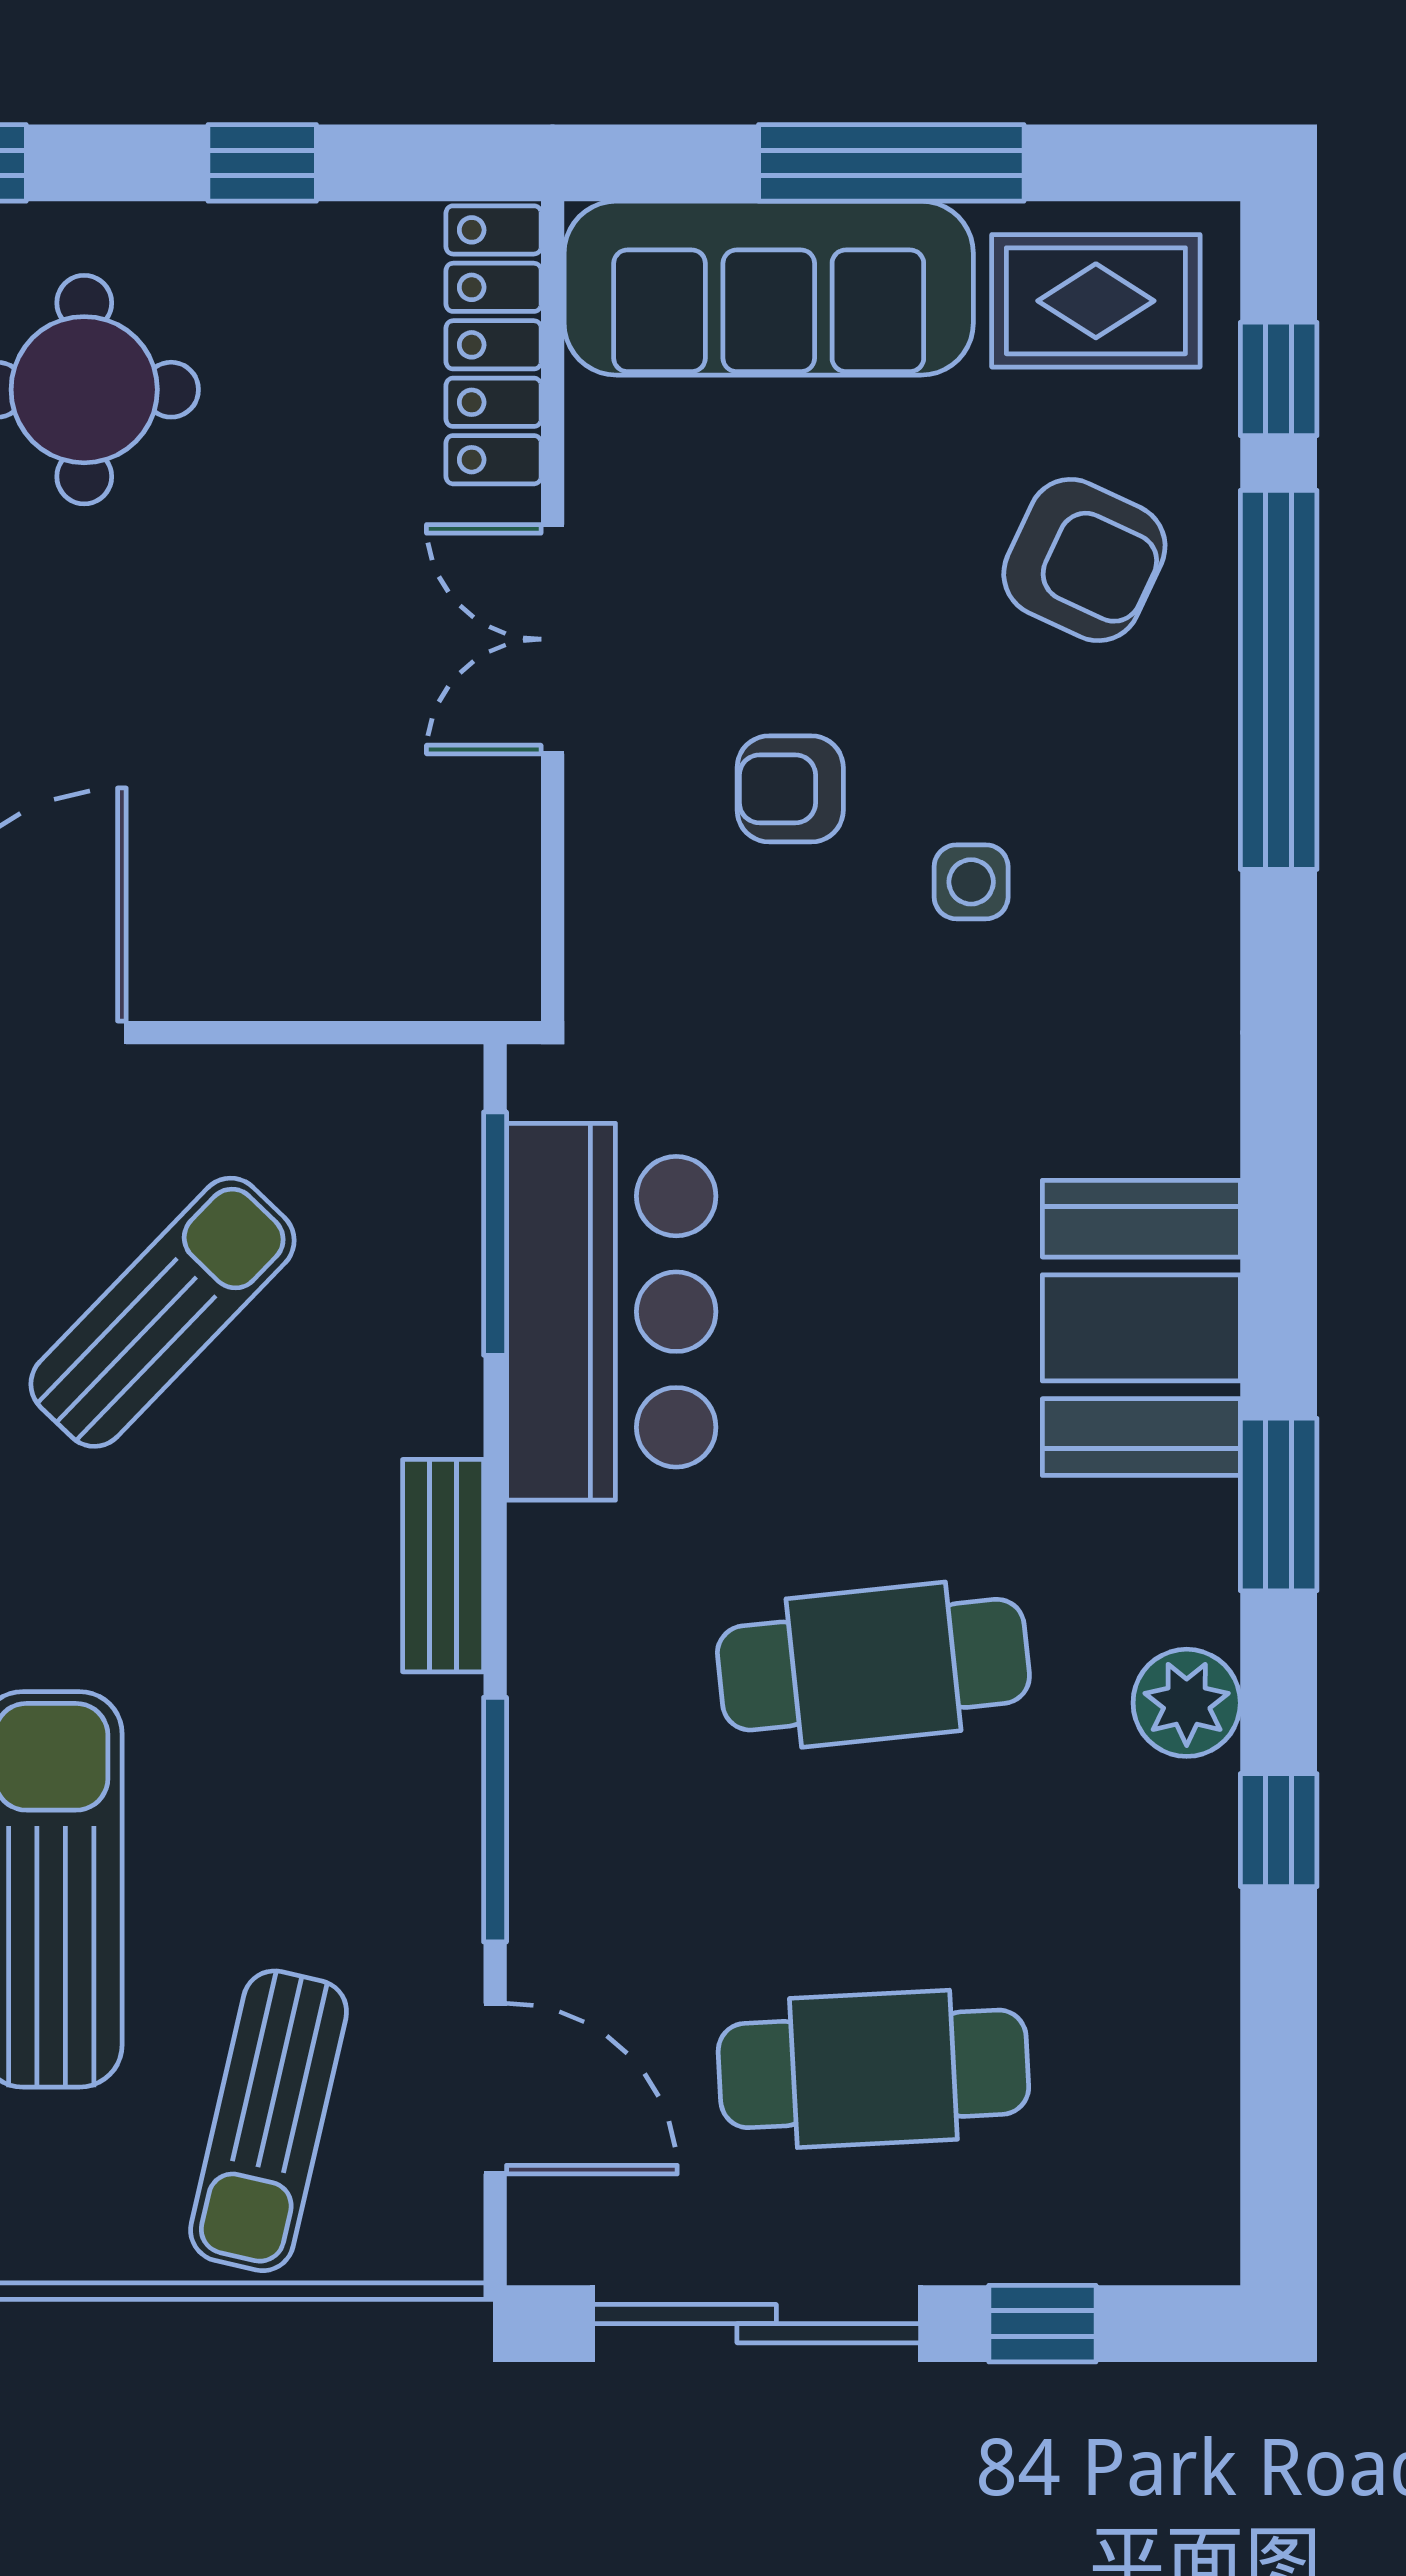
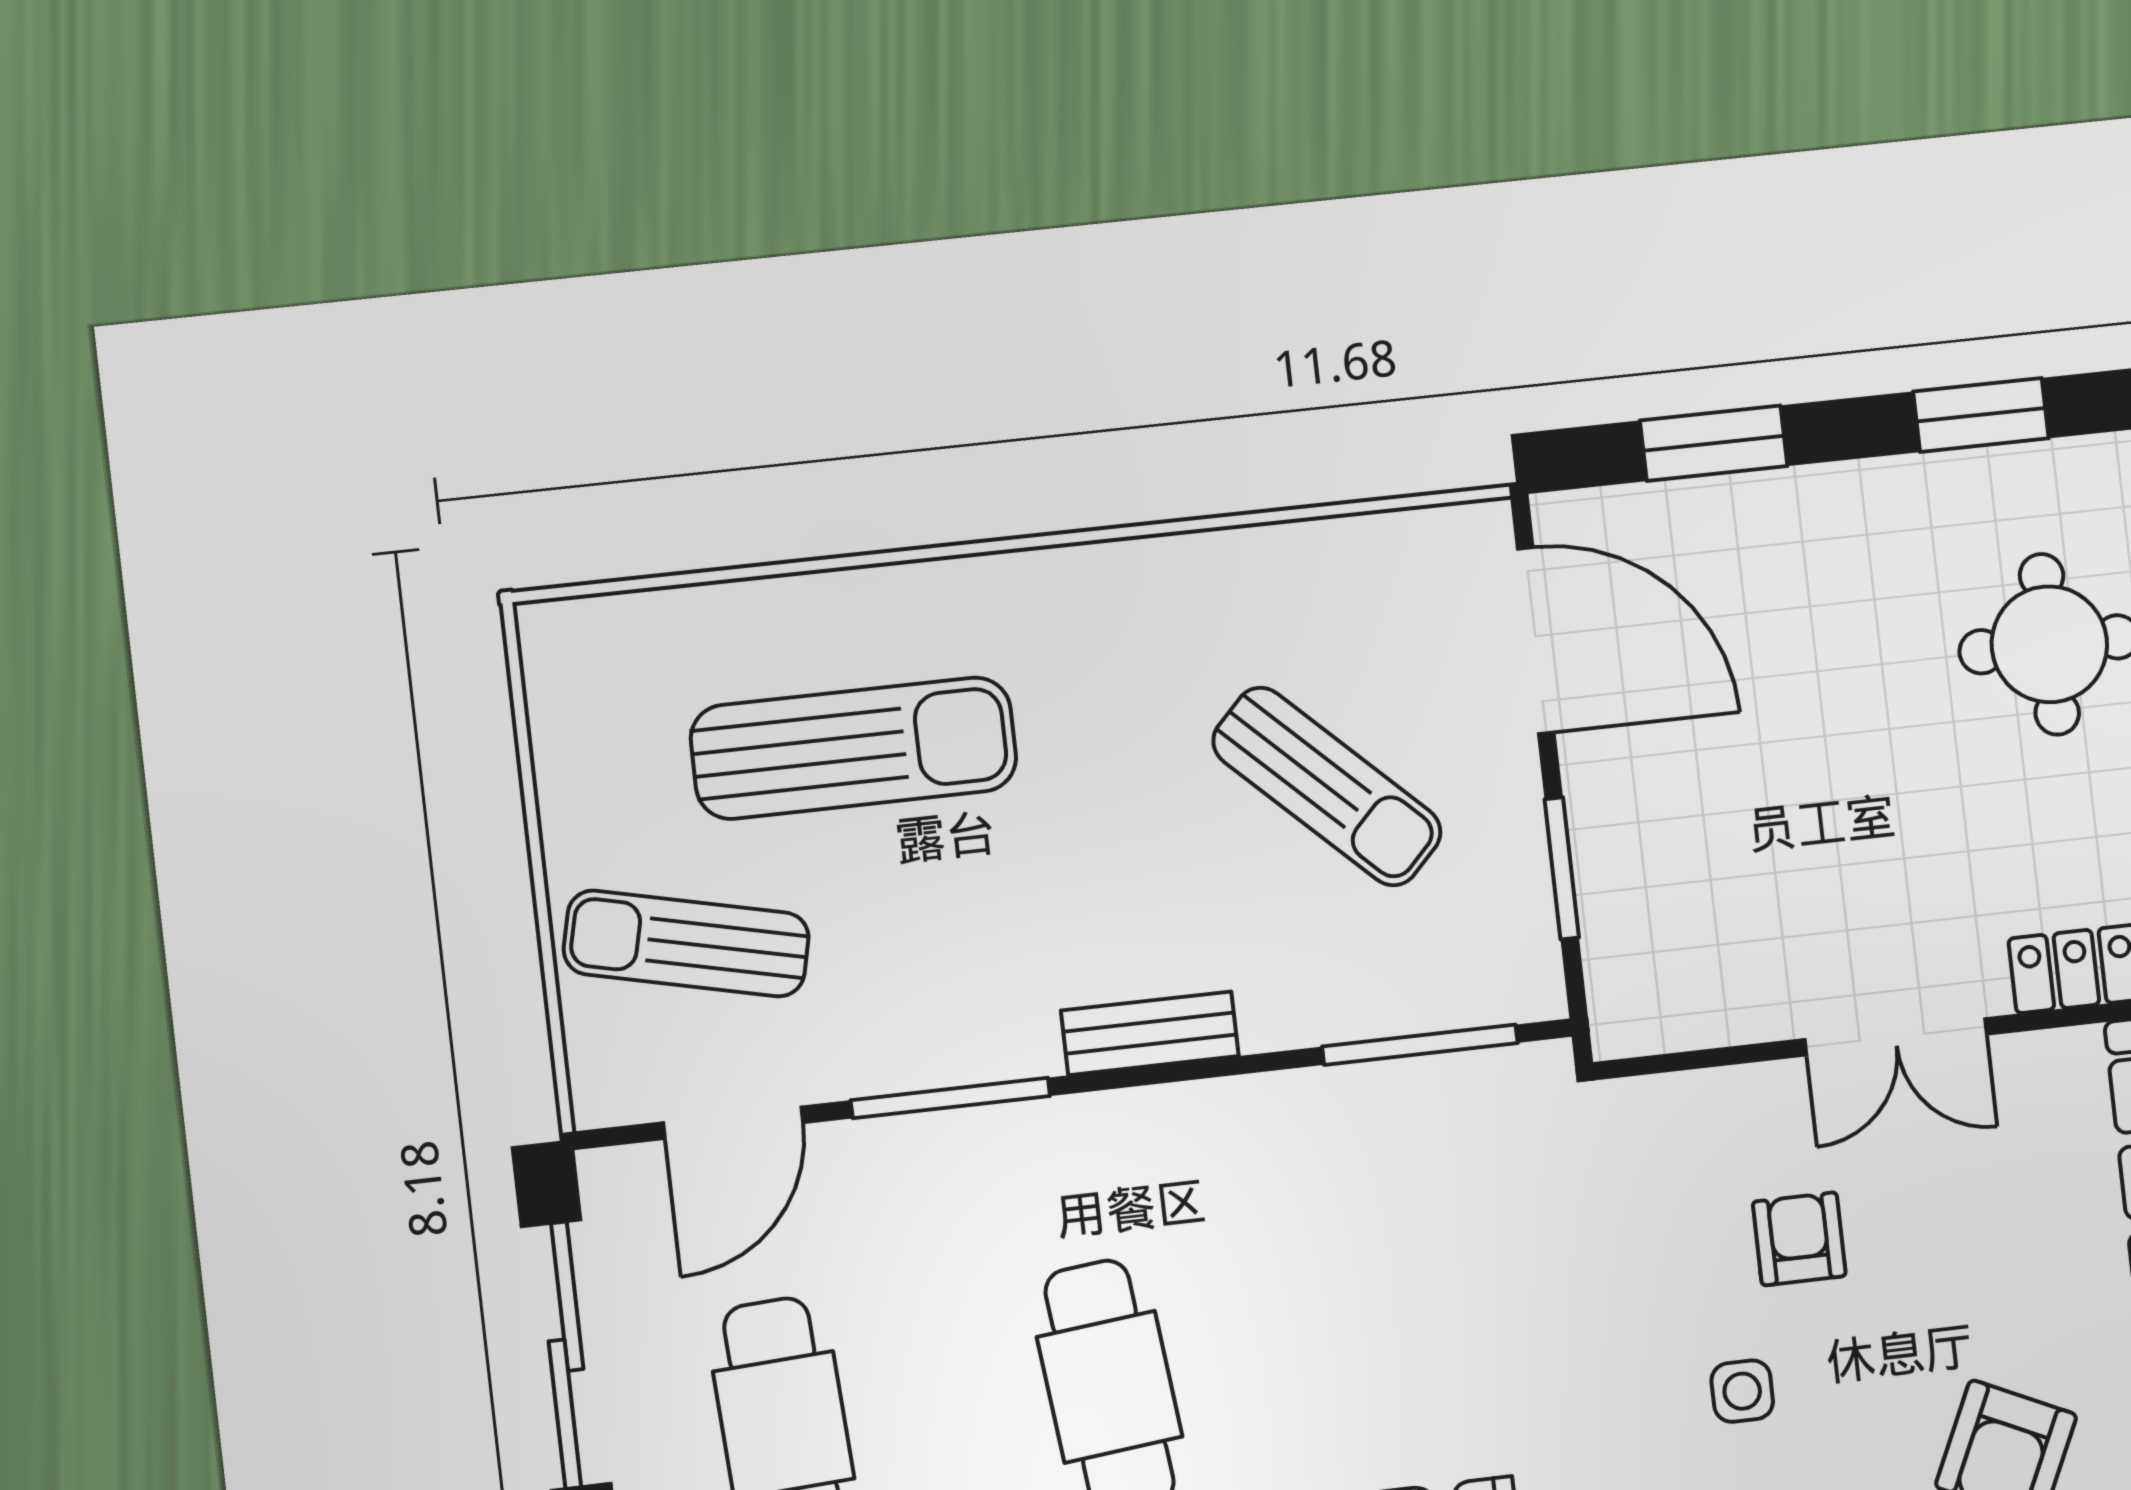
double door: (553, 639) -> (1896, 1037), swing flipped
window: (296, 1033) -> (1562, 868), added
bar counter: (611, 1312) -> (1368, 1144), removed

